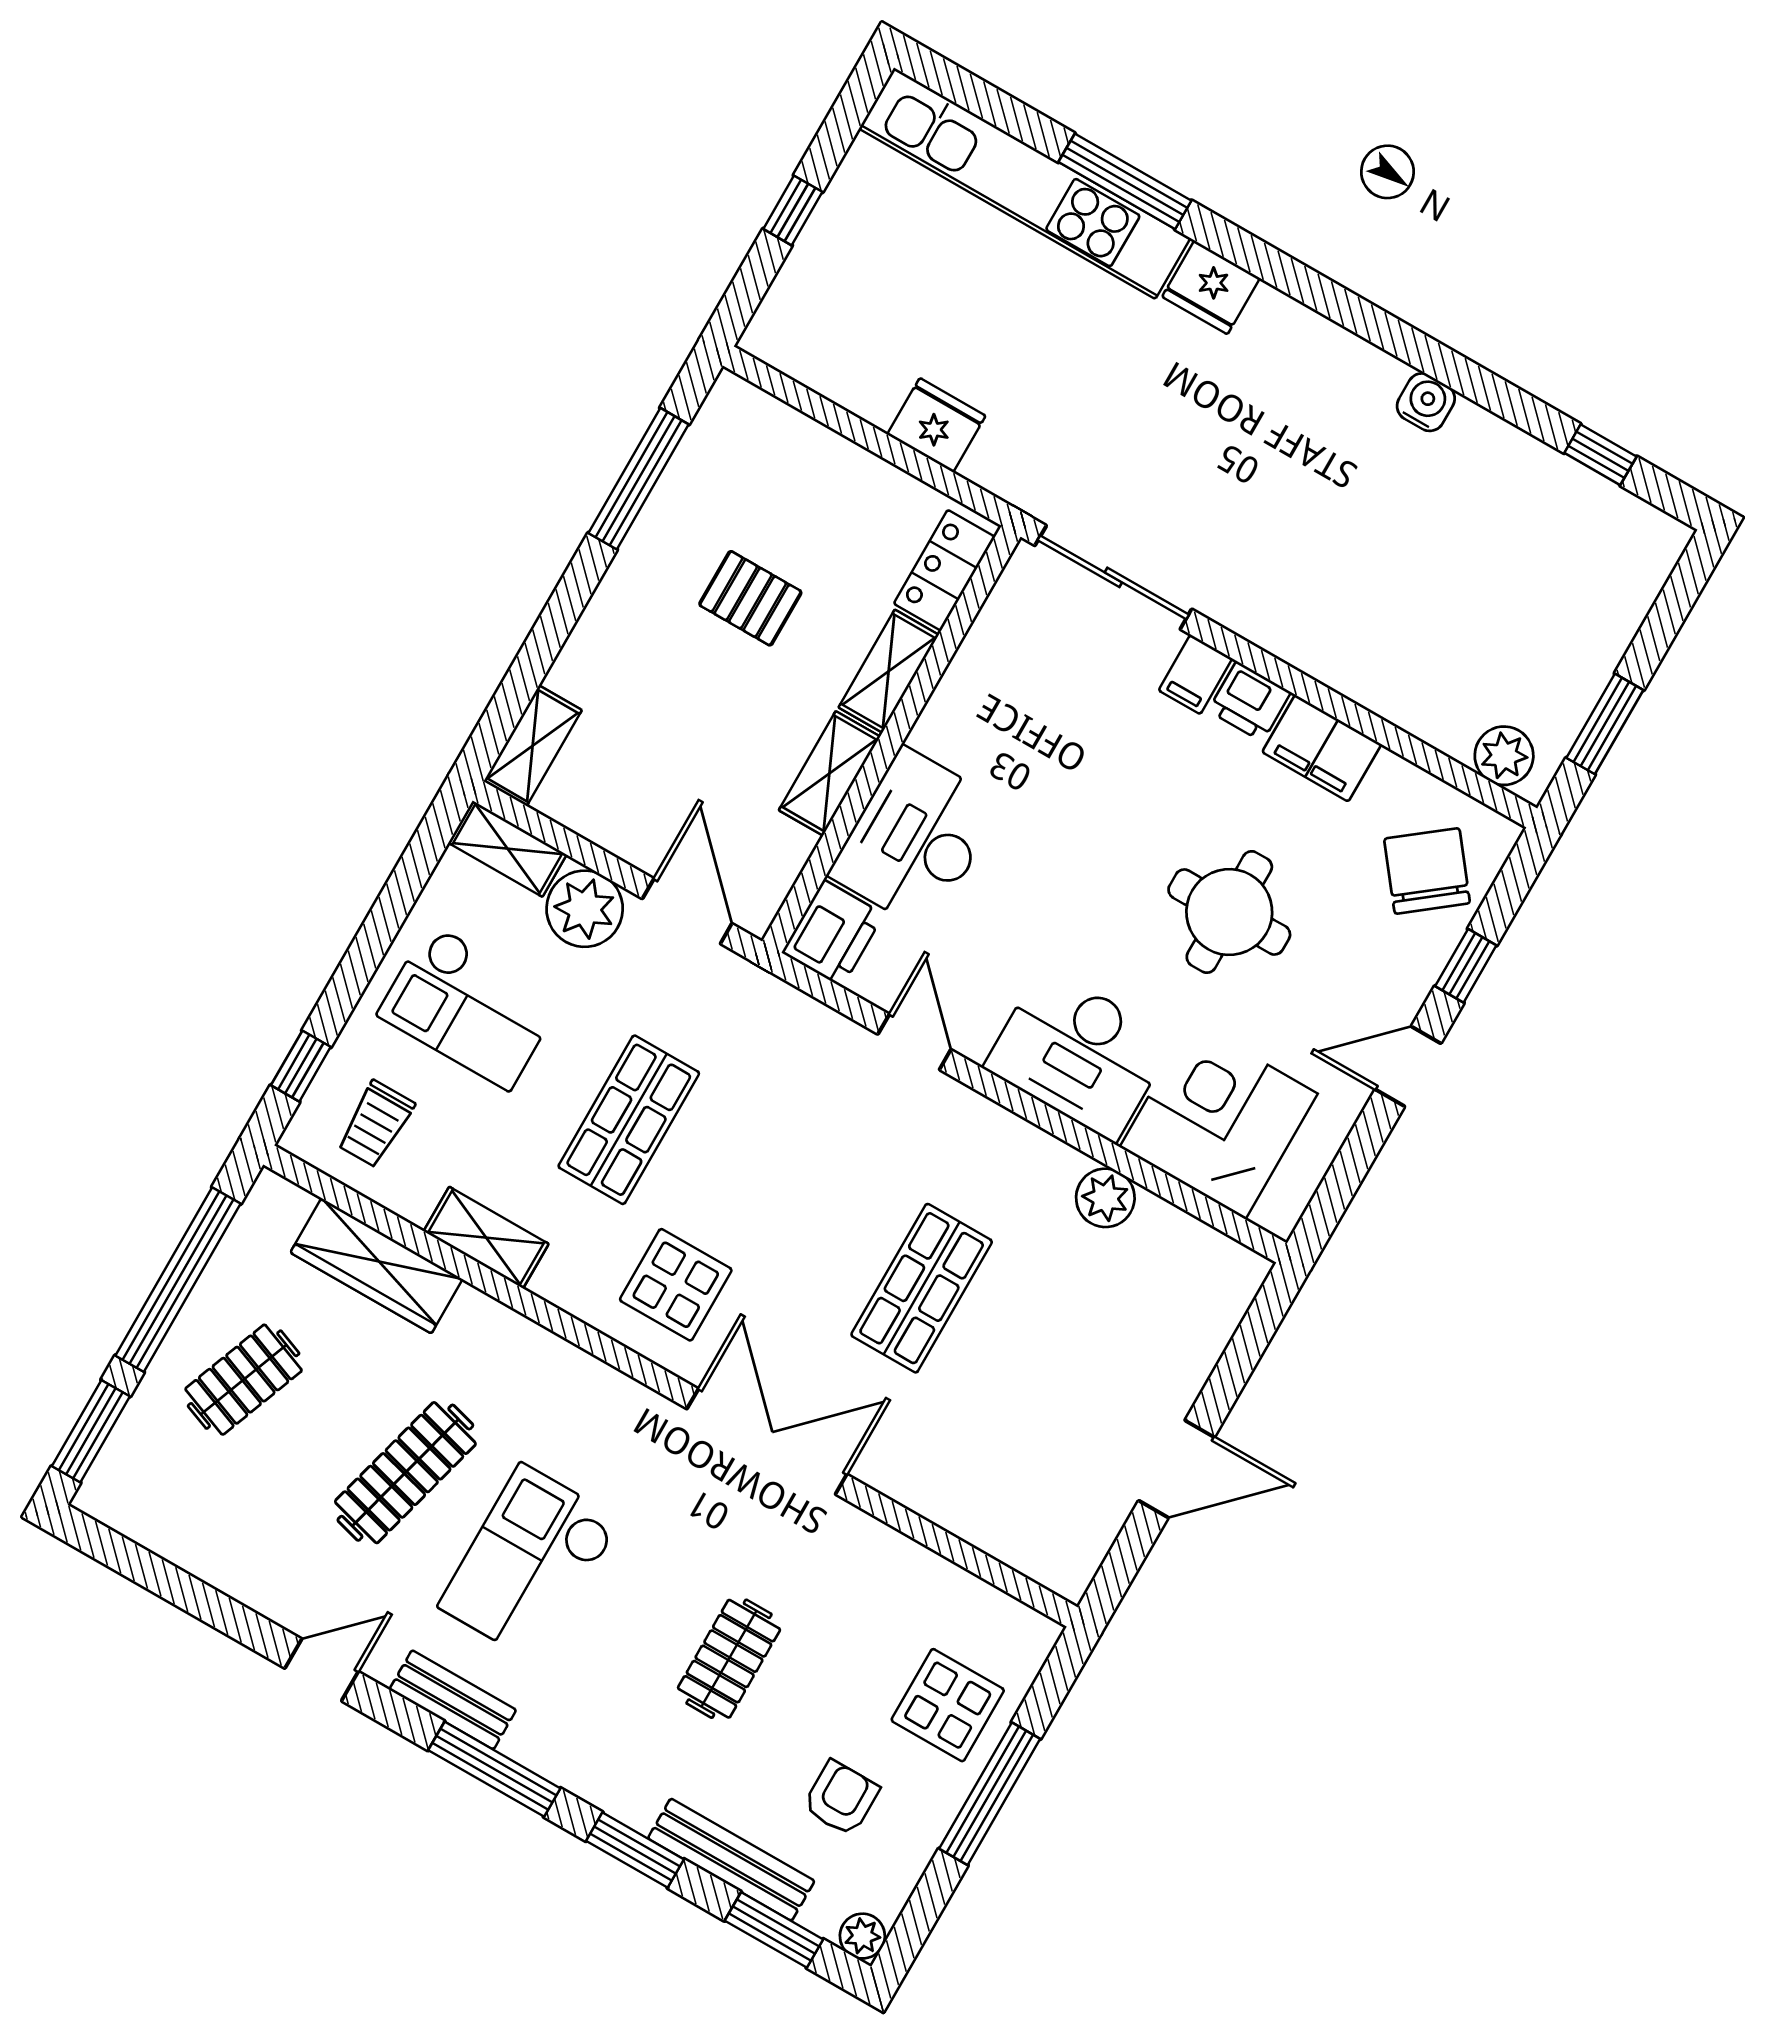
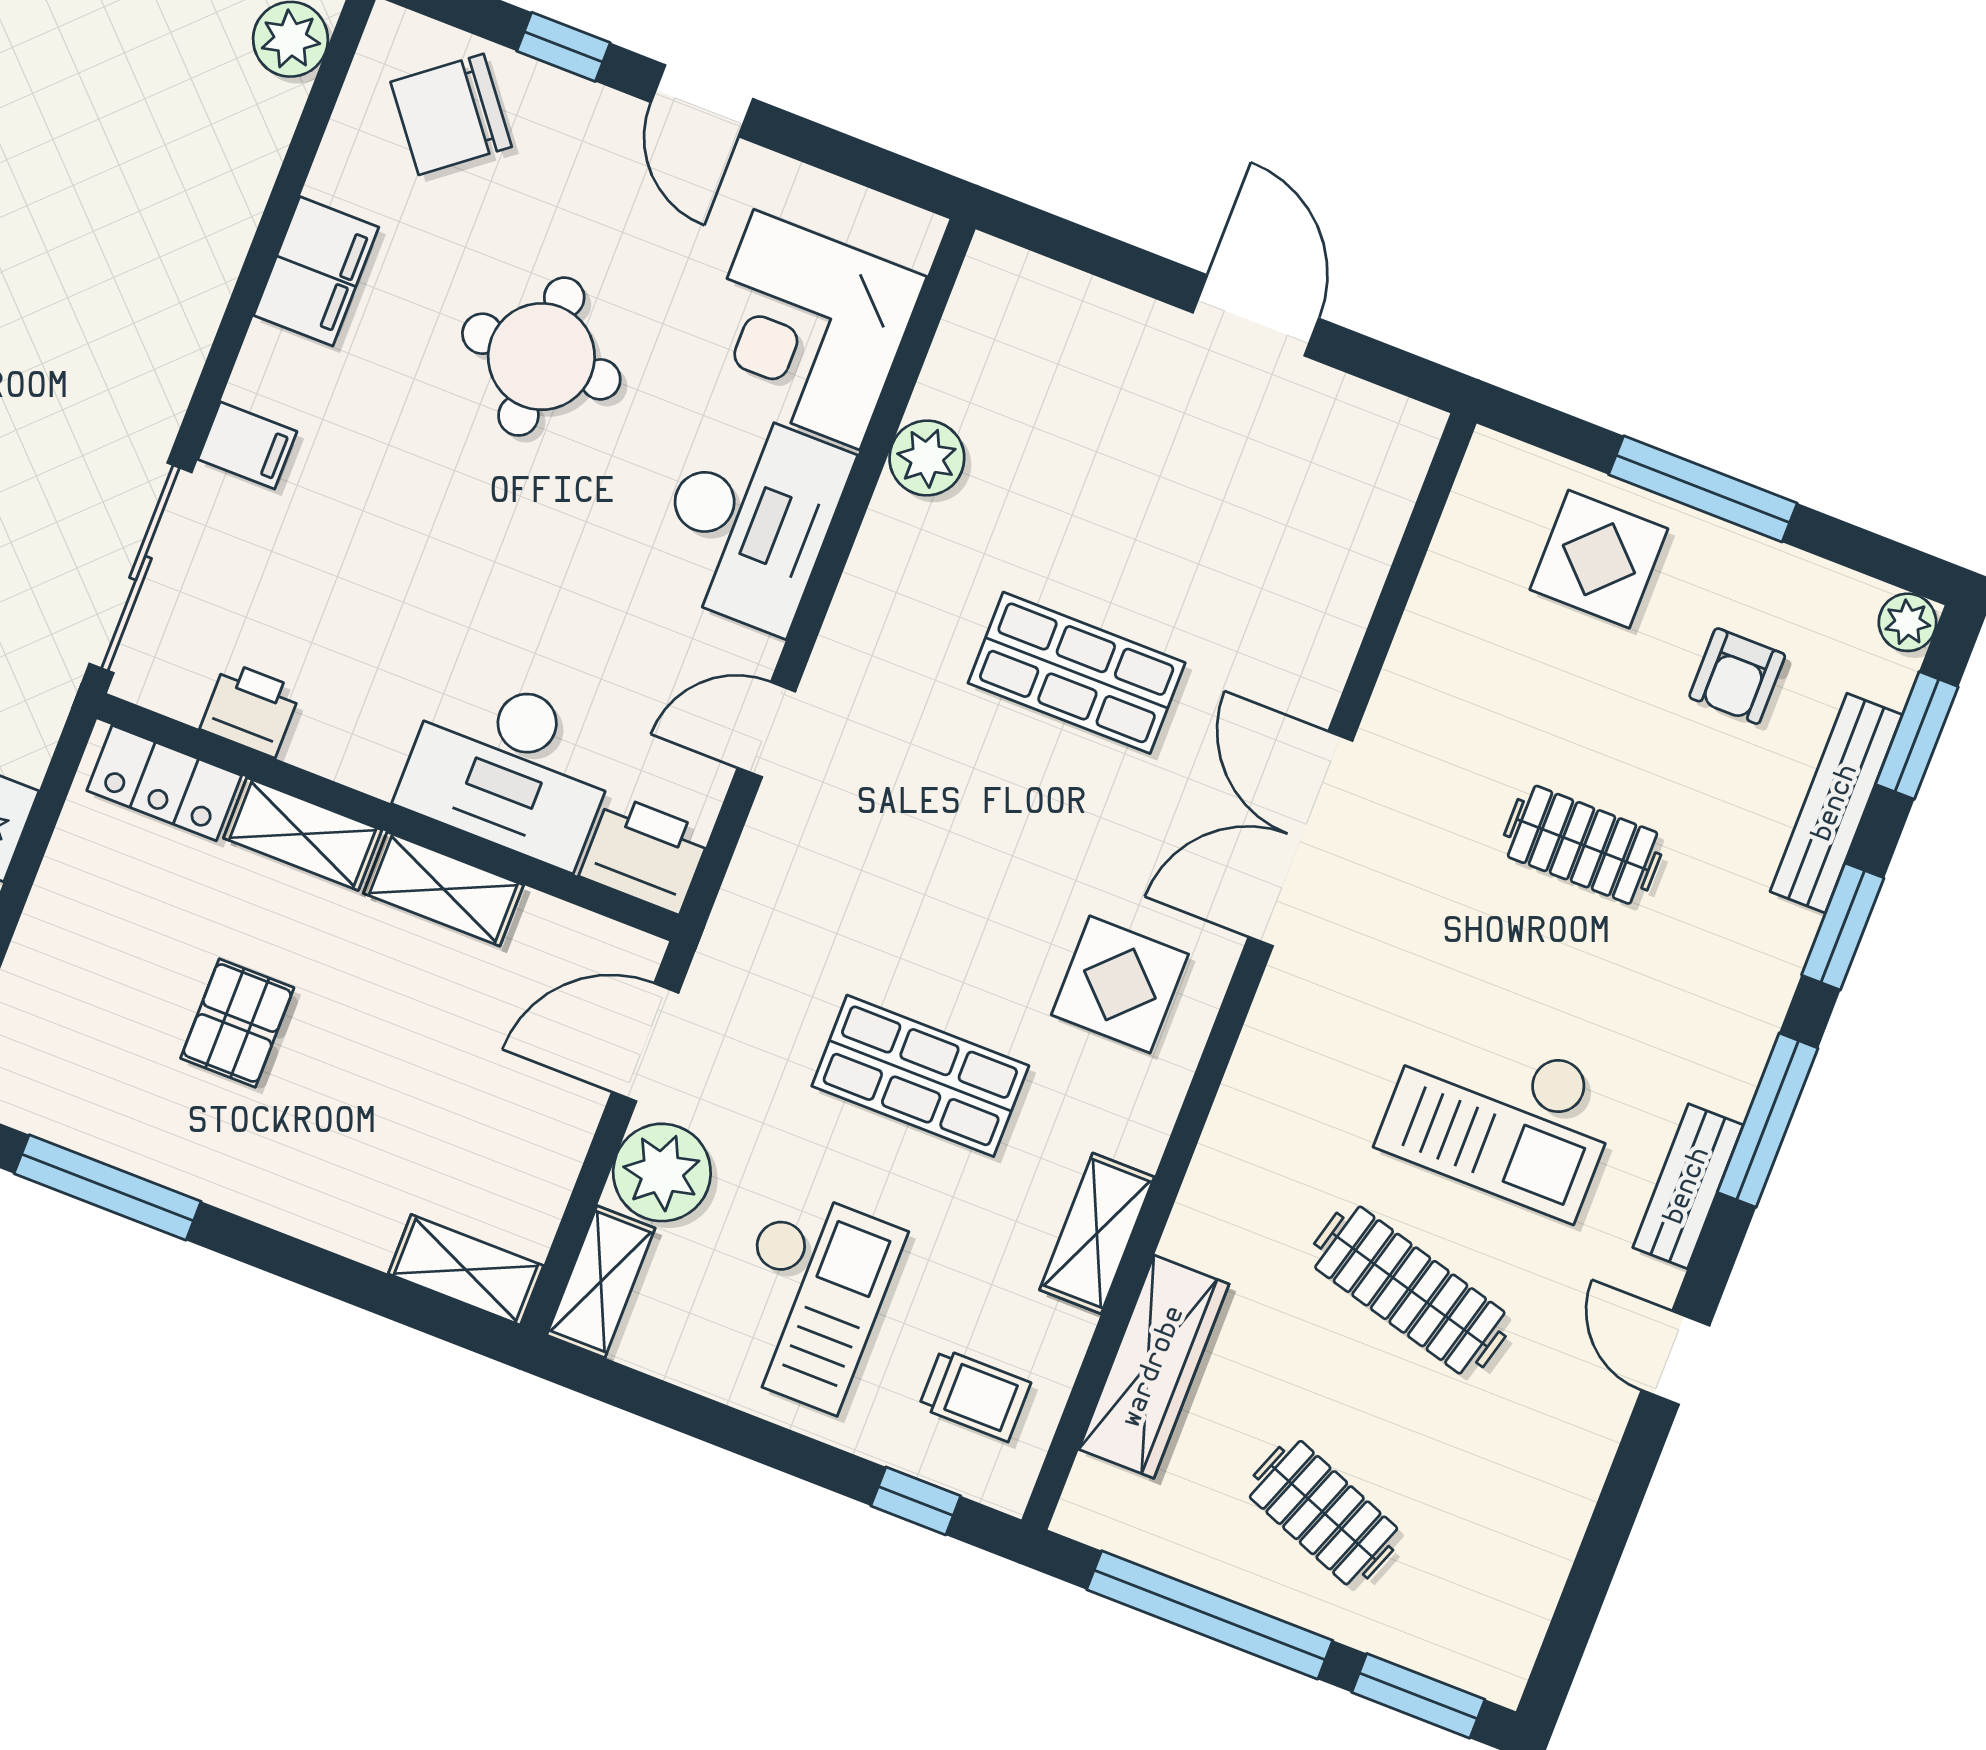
printer: (1249, 701) -> (251, 709), moved, turned -90
armchair: (841, 1798) -> (1737, 676), turned -90

